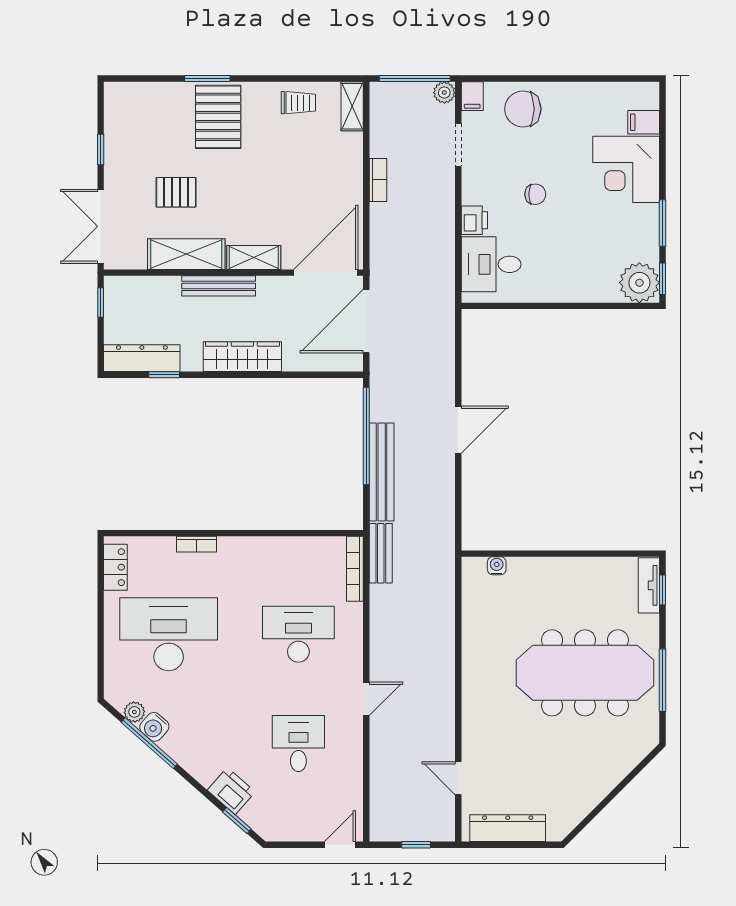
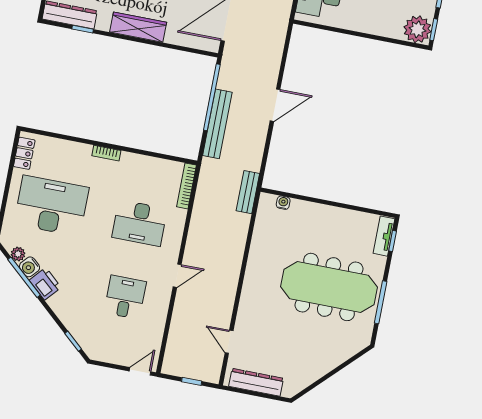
bookcase: (196, 544) -> (106, 153), moved
bench: (381, 553) -> (248, 192), moved
desk: (298, 634) -> (140, 223), turned 180
printer: (231, 791) -> (45, 284), moved

